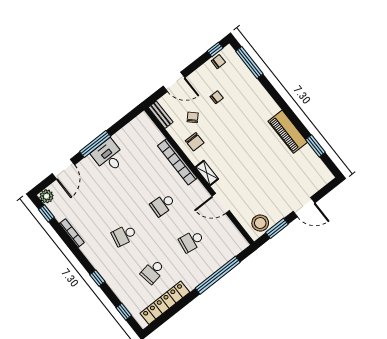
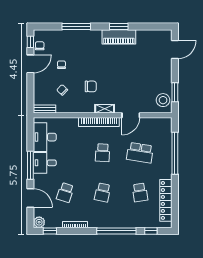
window: (249, 62) -> (76, 27), moved
door: (174, 82) -> (30, 64), moved
desk: (134, 137) -> (45, 137), added
chair: (195, 142) -> (91, 86), moved
window: (315, 146) -> (119, 27), moved
bookcase: (177, 162) -> (99, 122), moved
school desk: (95, 199) -> (65, 192), added
door: (304, 207) -> (175, 50), moved
school desk: (191, 241) -> (140, 153), width x1.85
window: (97, 278) -> (116, 231), width x3.17

